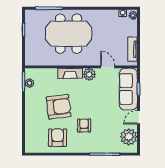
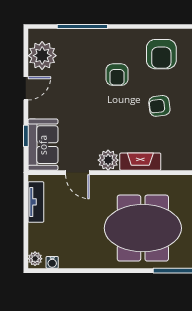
sofa: (128, 89) -> (43, 145), width x0.73
armchair: (59, 107) -> (159, 106), width x0.53, depth x0.53

